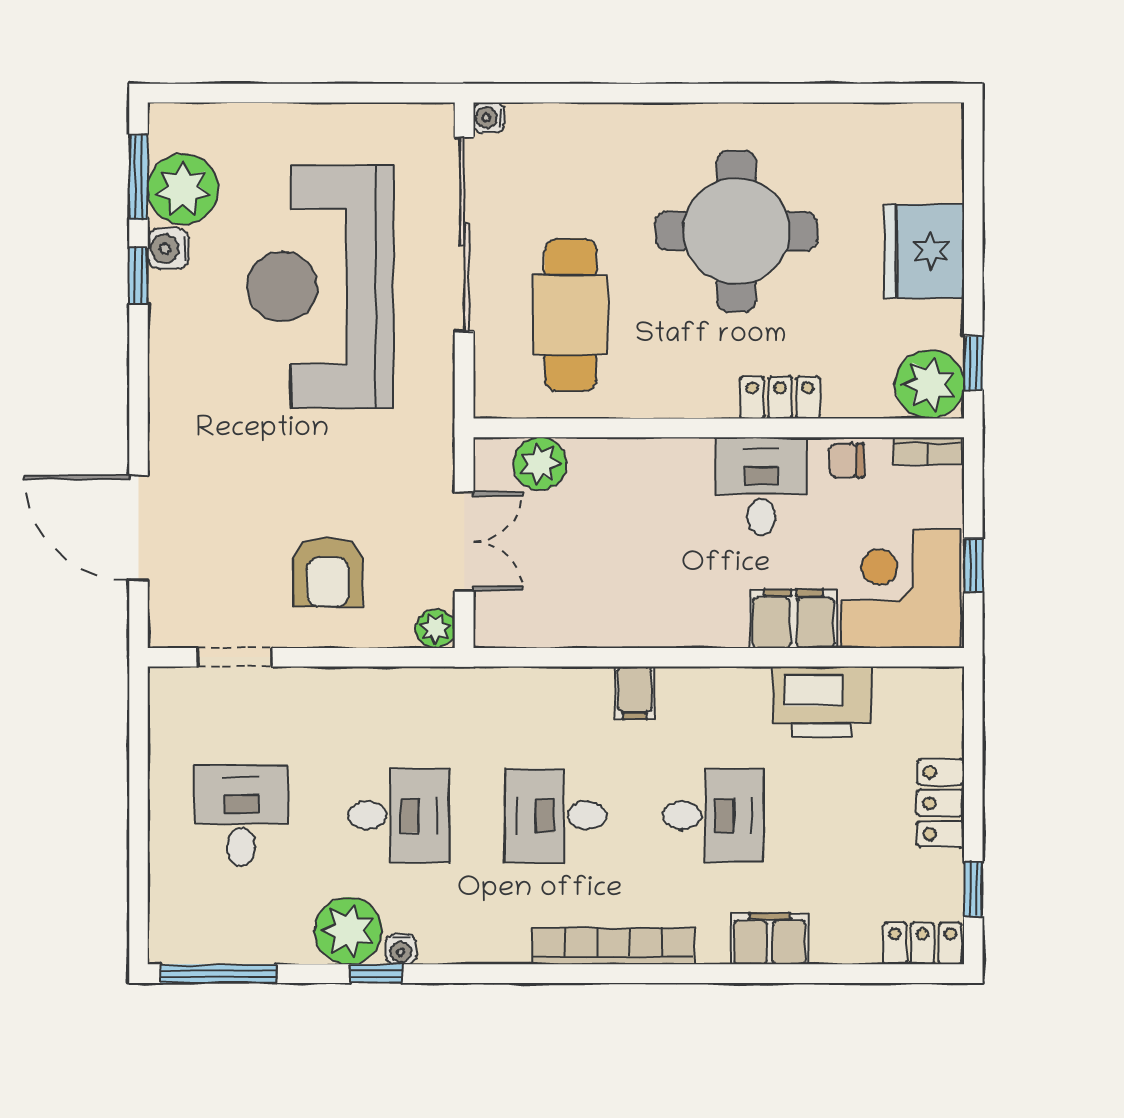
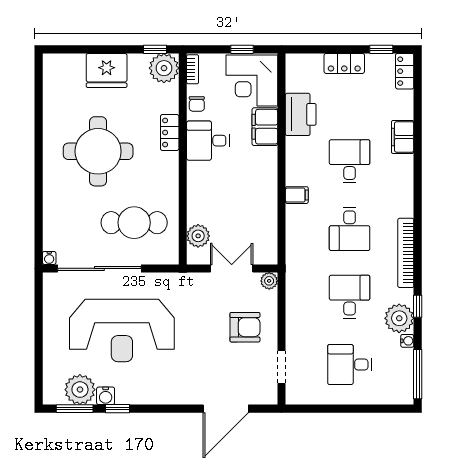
bookcase: (613, 946) -> (406, 253), moved
water cooler: (401, 949) -> (407, 341), moved

